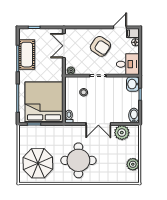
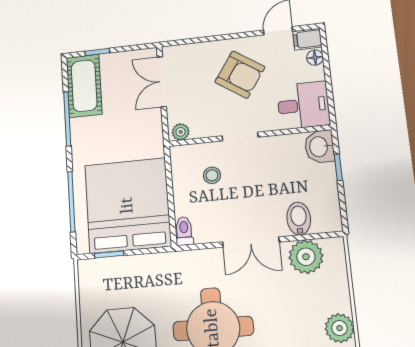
cot: (27, 55) -> (84, 86), moved
bidet: (134, 115) -> (299, 219), moved

